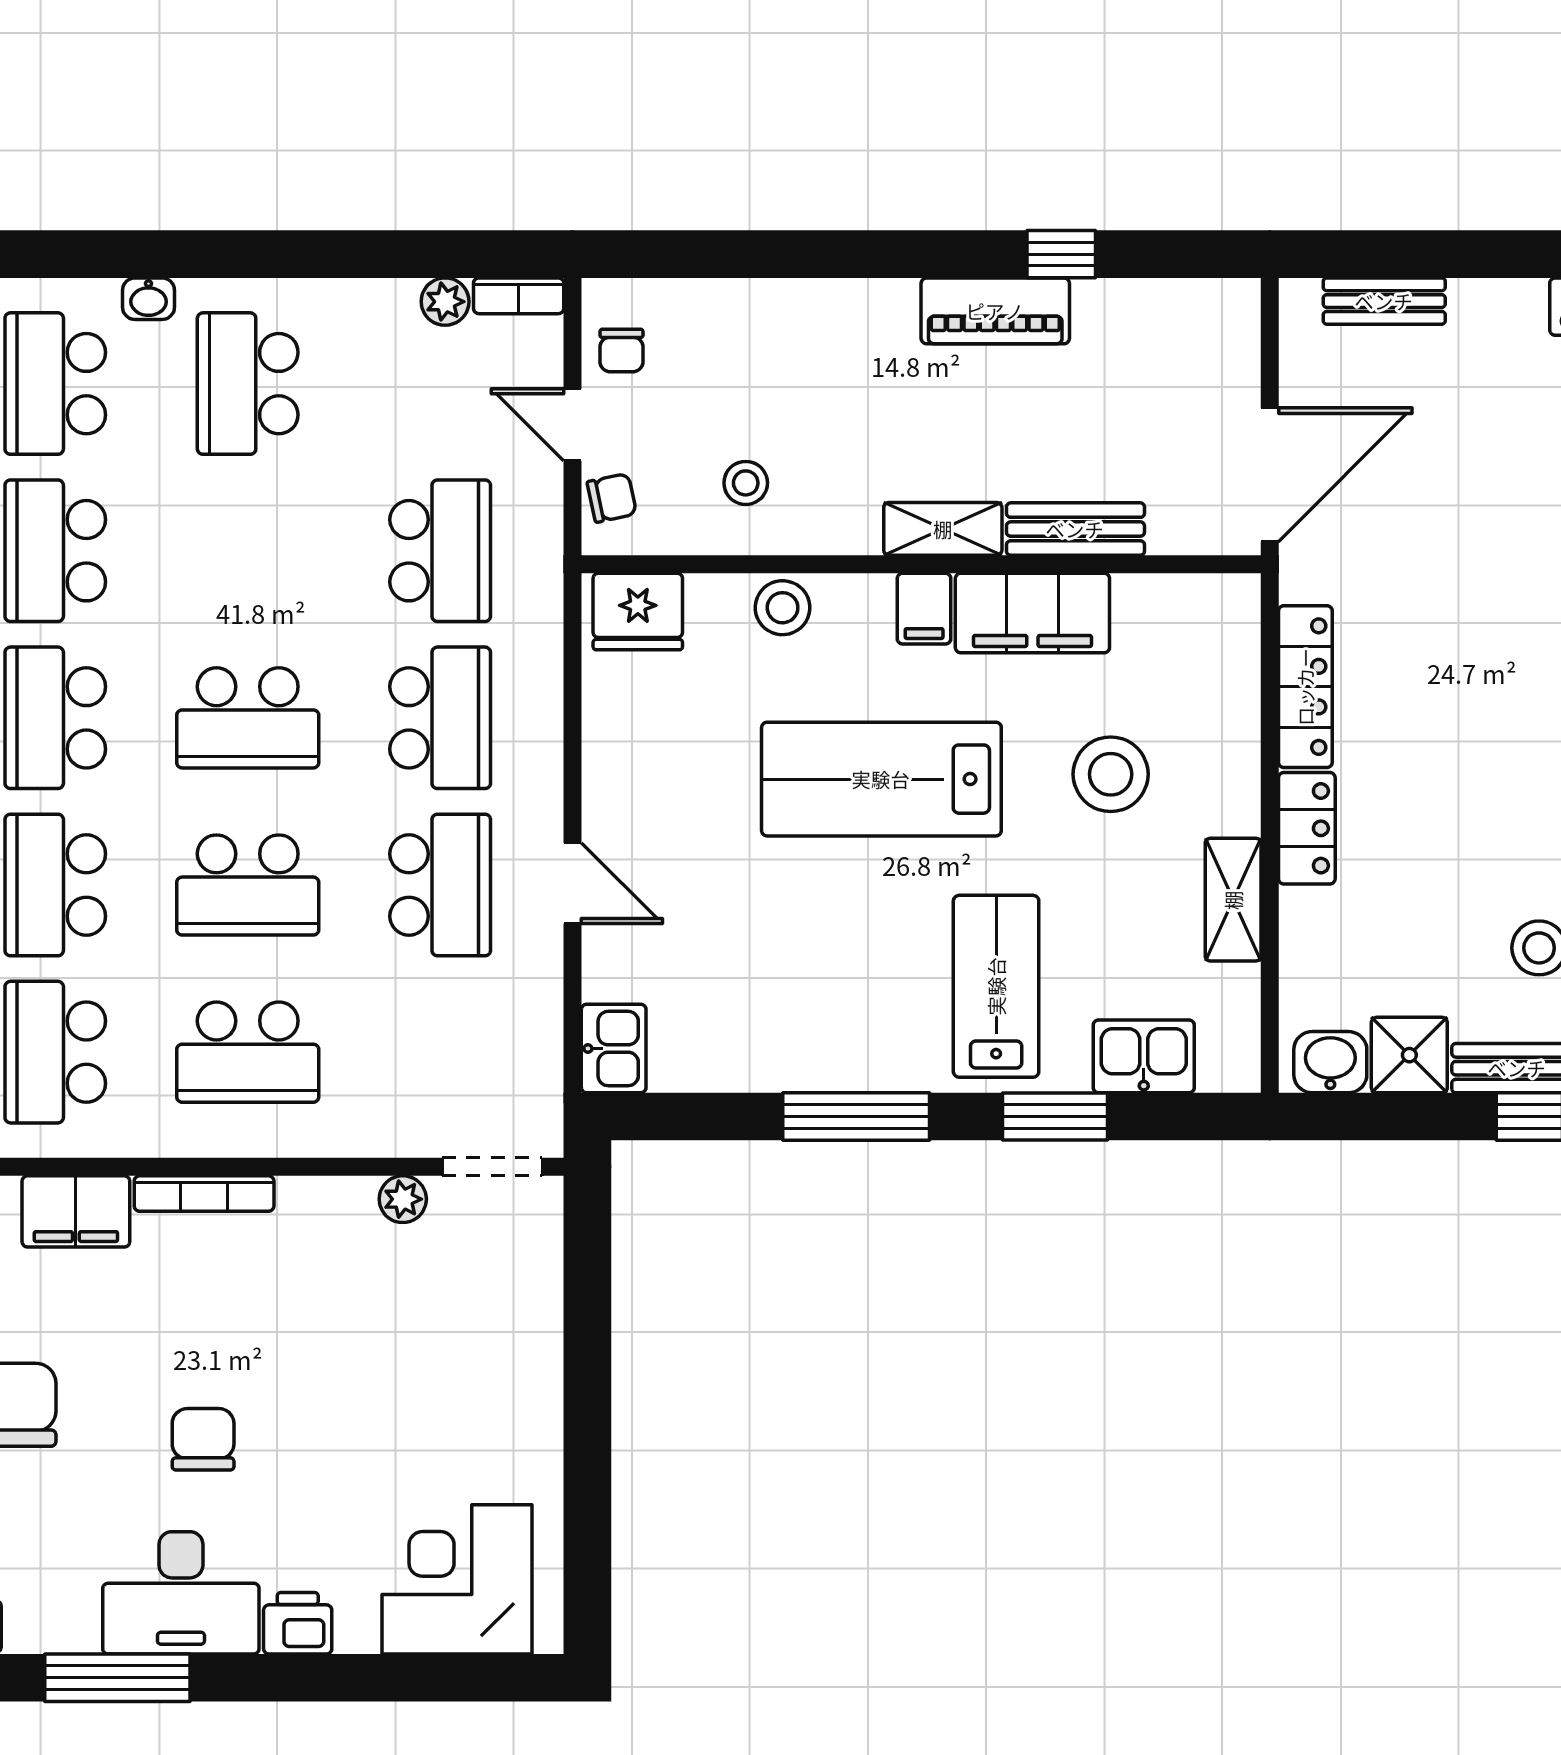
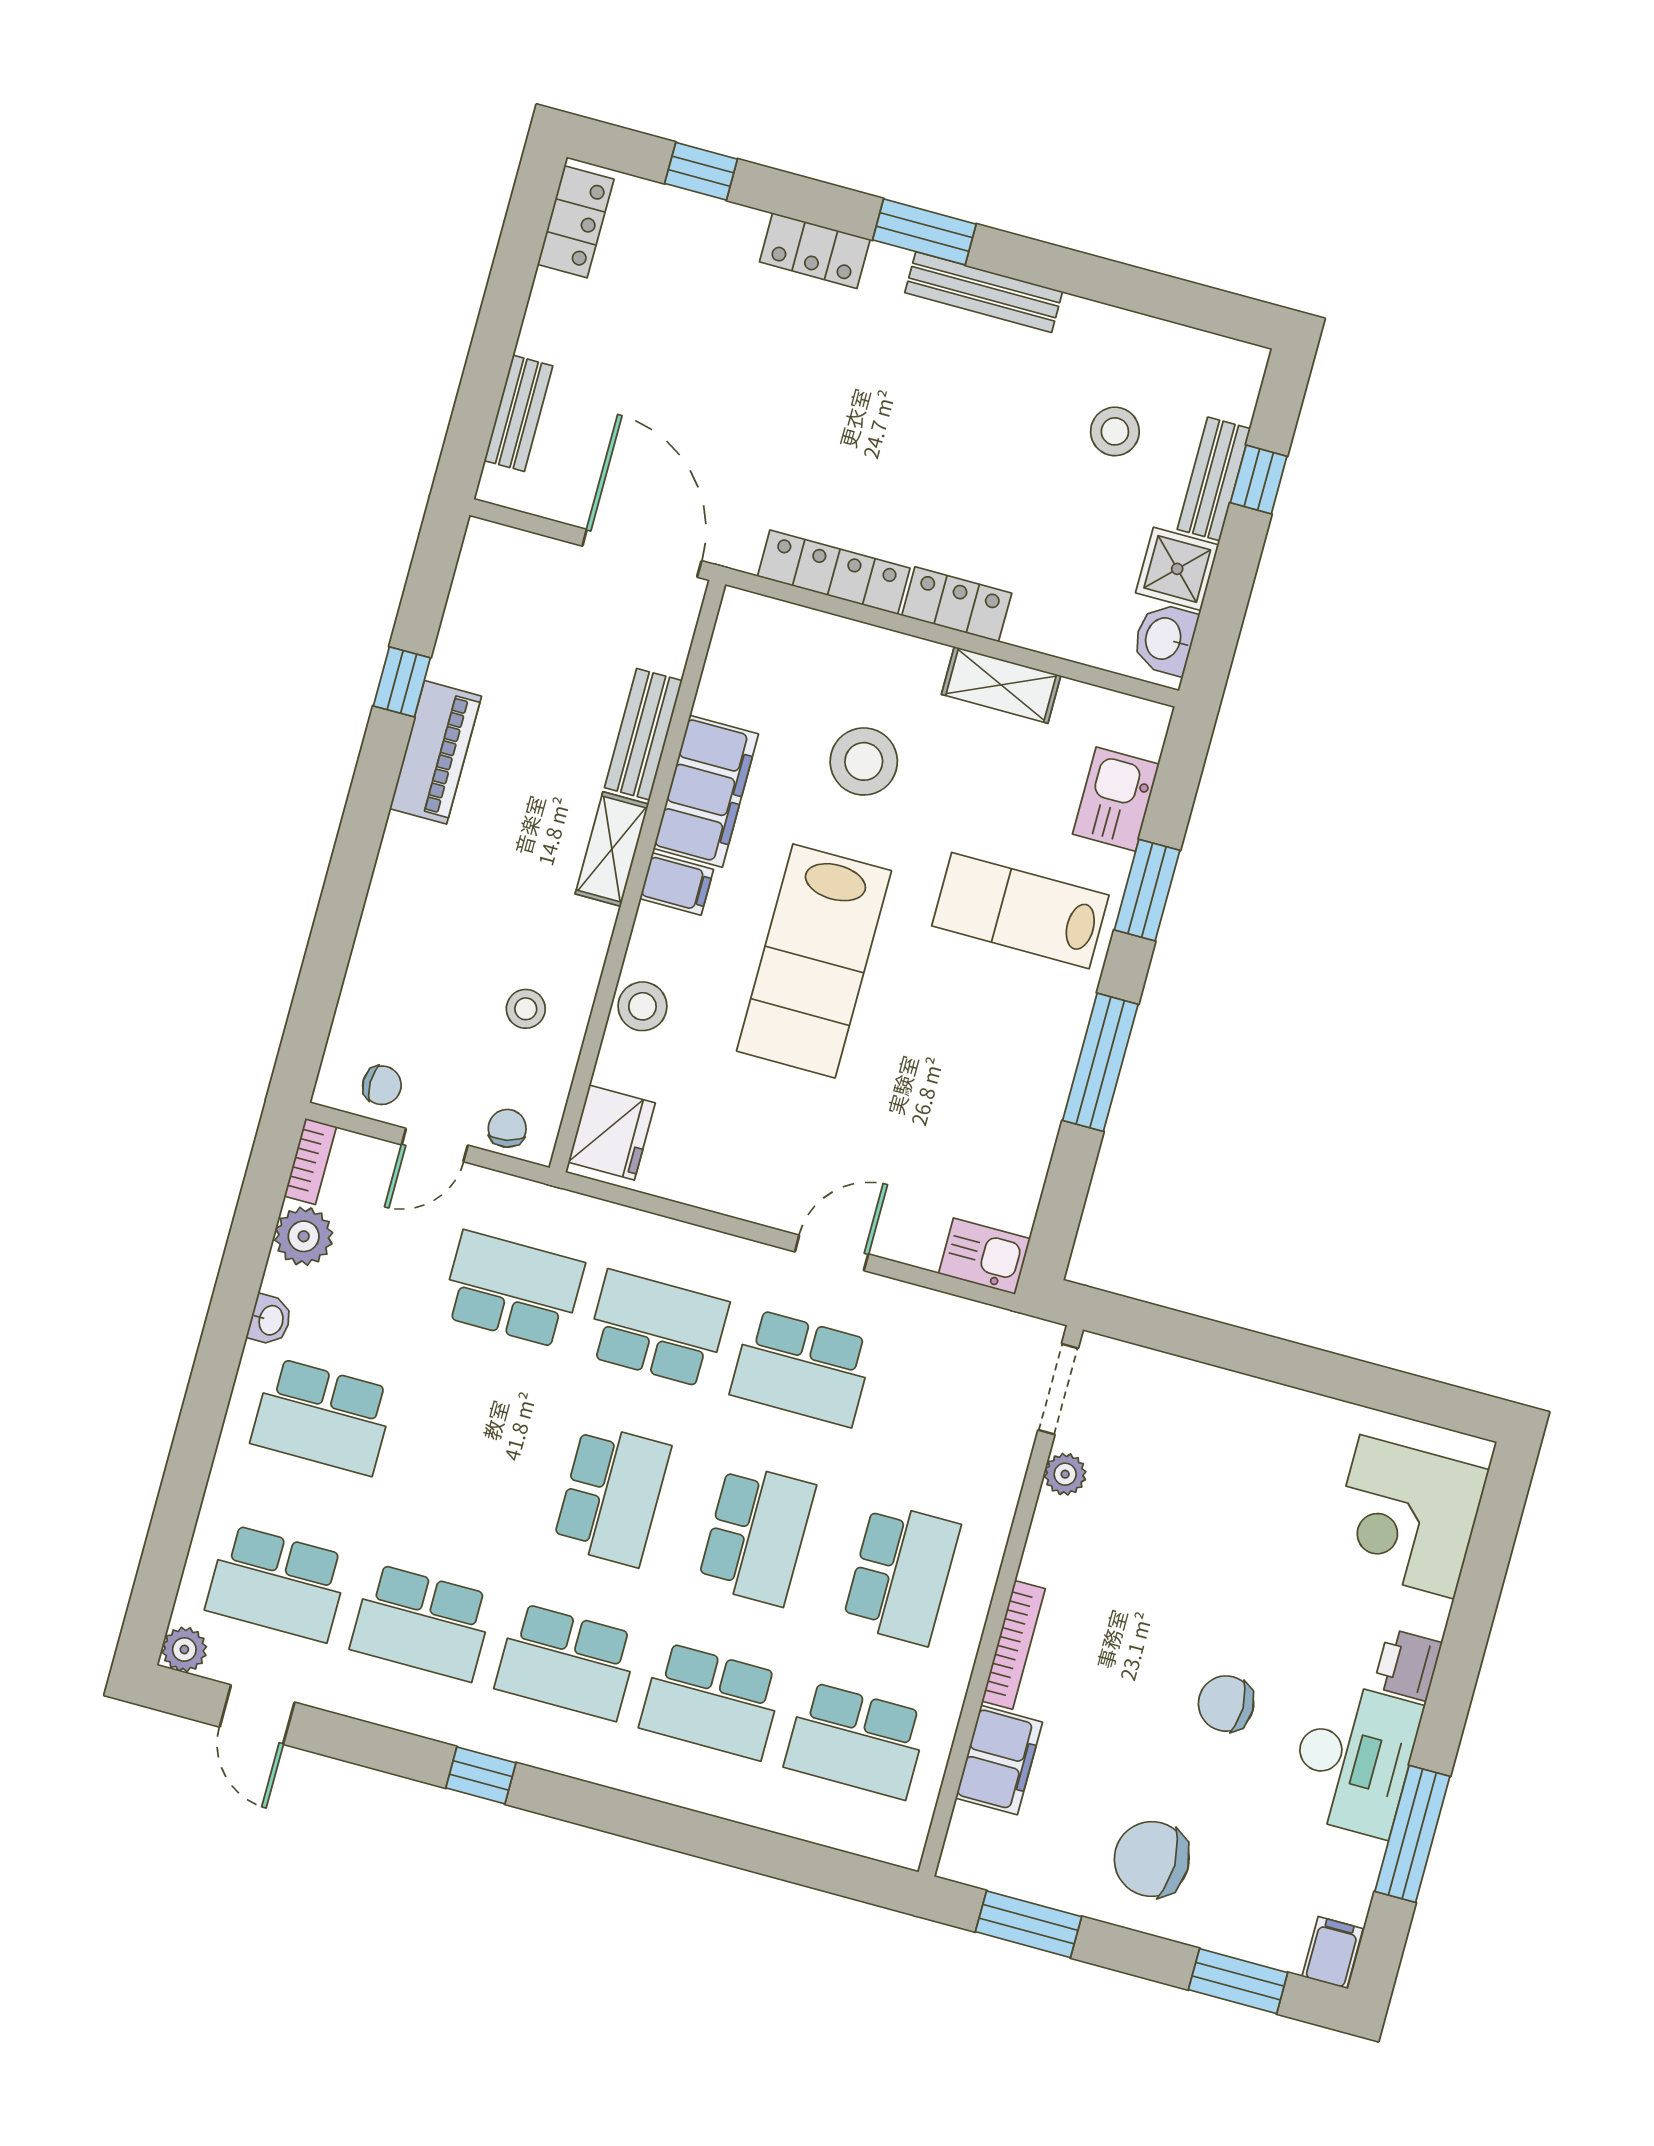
washbasin: (149, 299) -> (270, 1320), moved
plant: (445, 302) -> (304, 1236), width x1.38, depth x1.38
school desk: (440, 885) -> (802, 1368), turned 180

